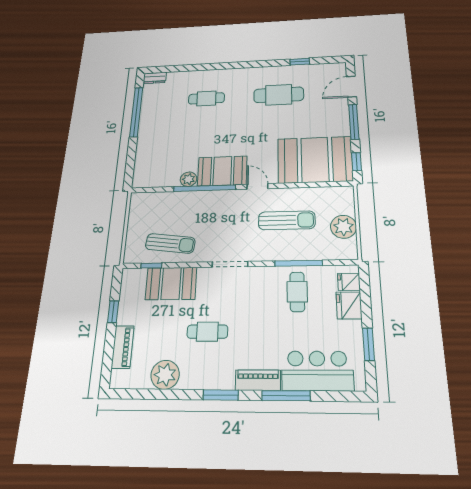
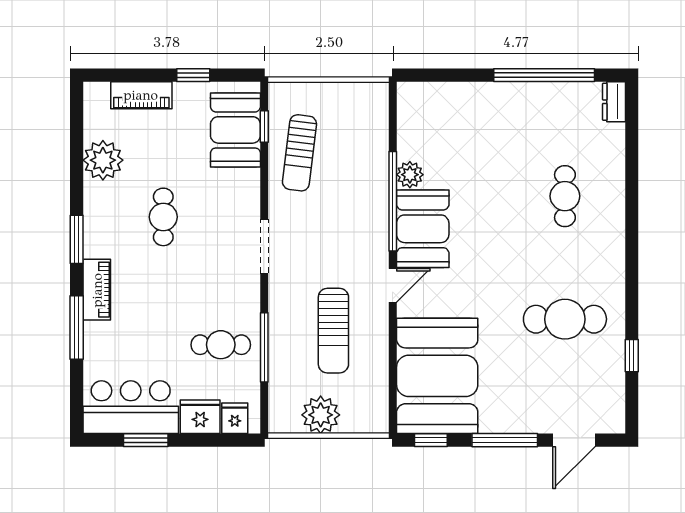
door: (352, 87) -> (574, 440), swing flipped
cafe table: (279, 95) -> (565, 319), turned 90
booth: (171, 283) -> (235, 130), moved
bar counter: (317, 371) -> (131, 407), moved, turned -90

